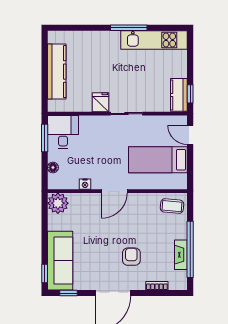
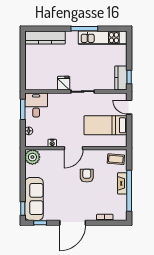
kitchen counter: (57, 72) -> (45, 37), moved, turned 90
fireplace: (181, 255) -> (122, 183), moved
armchair: (131, 257) -> (87, 176), moved

